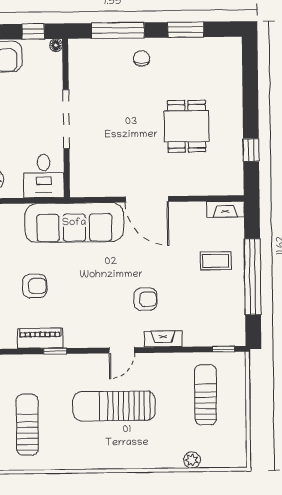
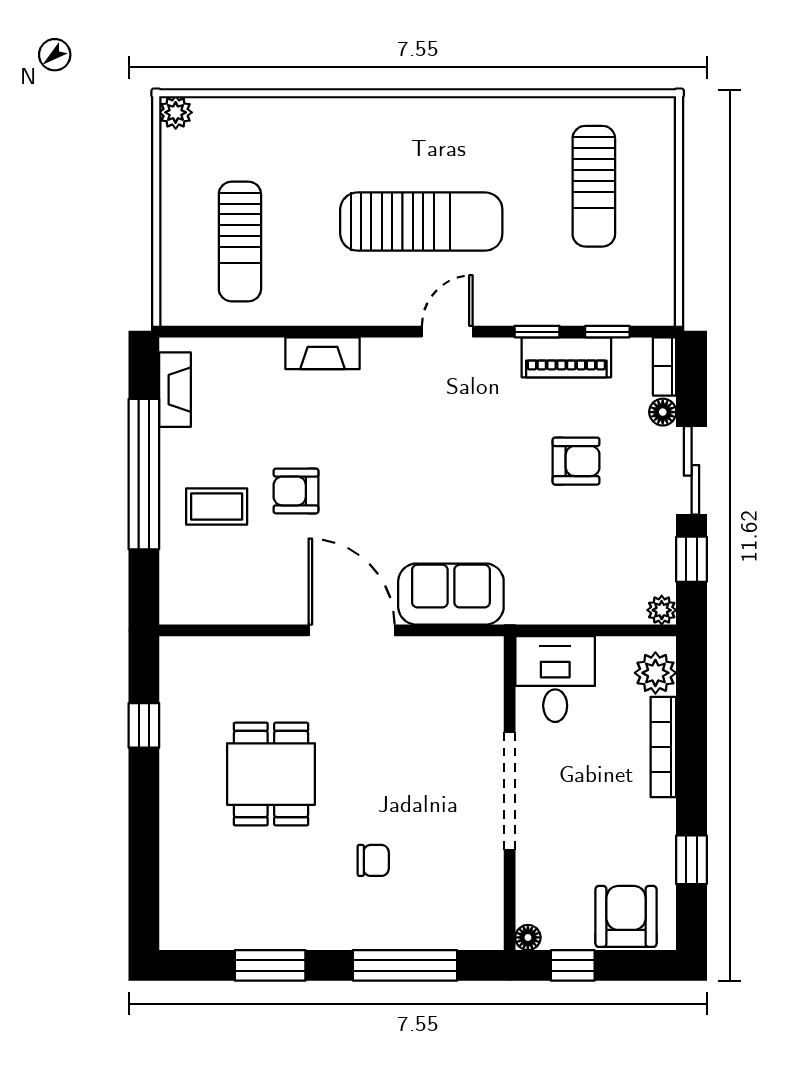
chair: (141, 58) -> (373, 860), moved, turned -90
fireplace: (225, 209) -> (175, 390), moved, turned 90
sofa: (74, 223) -> (451, 594), width x0.54, depth x0.79
armchair: (35, 286) -> (576, 461), turned 180
armchair: (145, 299) -> (296, 491), moved
window: (223, 349) -> (607, 332), moved
door: (122, 350) -> (447, 332), moved
plant: (192, 460) -> (176, 112), moved

